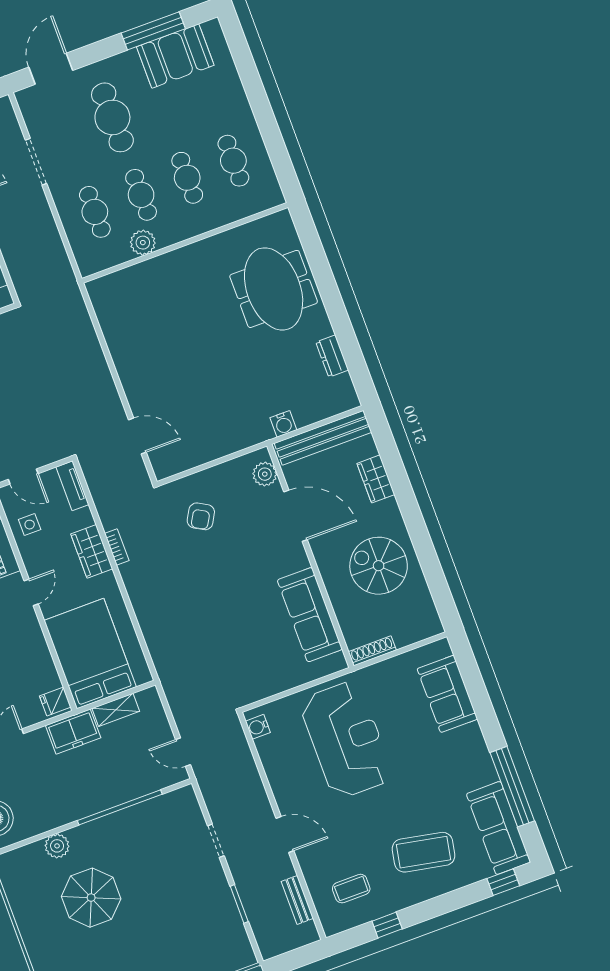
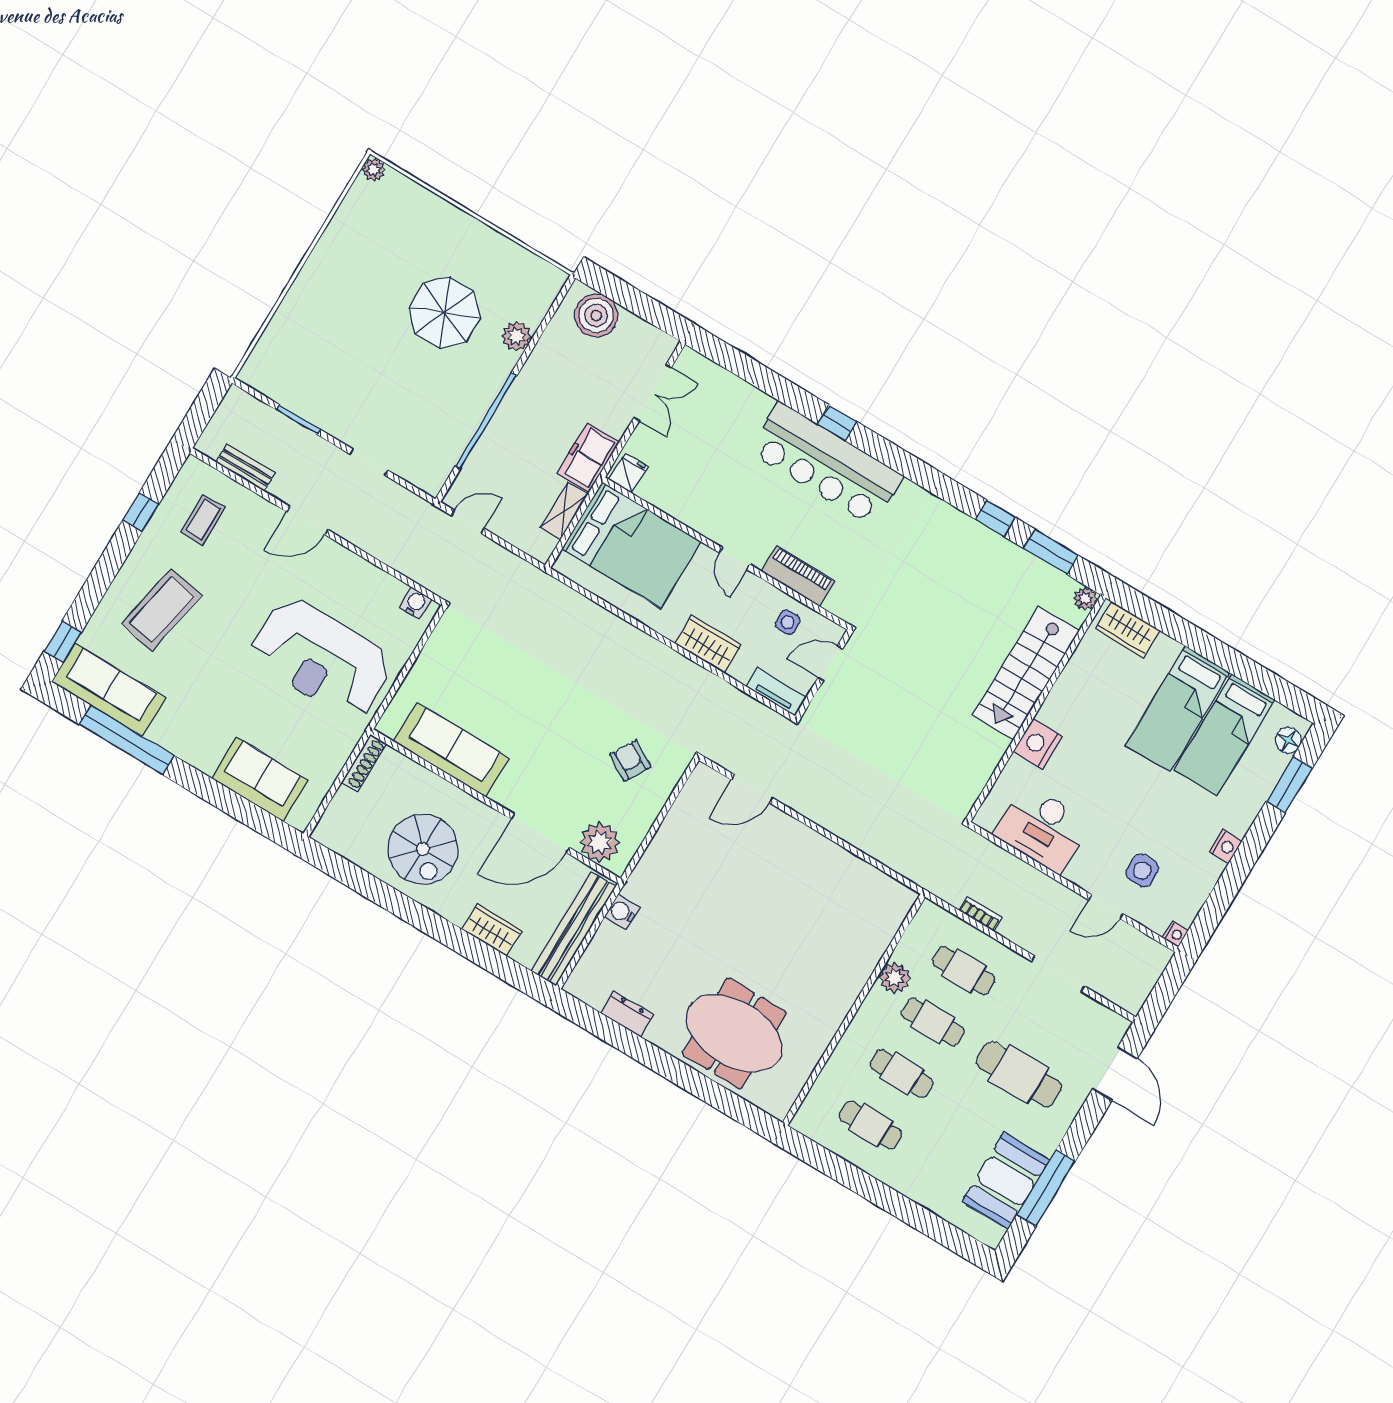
plant: (265, 474) -> (600, 842), width x1.36, depth x1.36
bookcase: (117, 547) -> (980, 914), moved, turned 180
spiral stairs: (379, 566) -> (423, 849), turned 90

